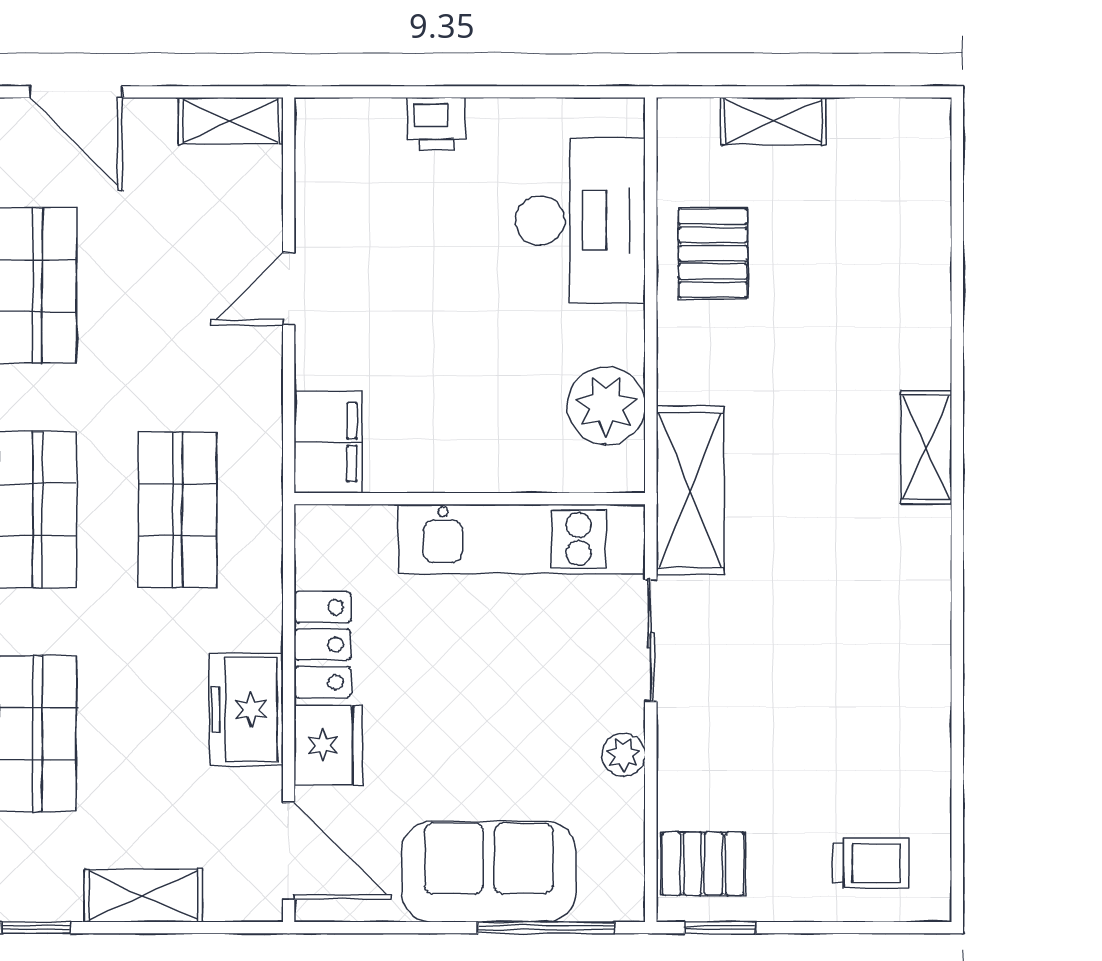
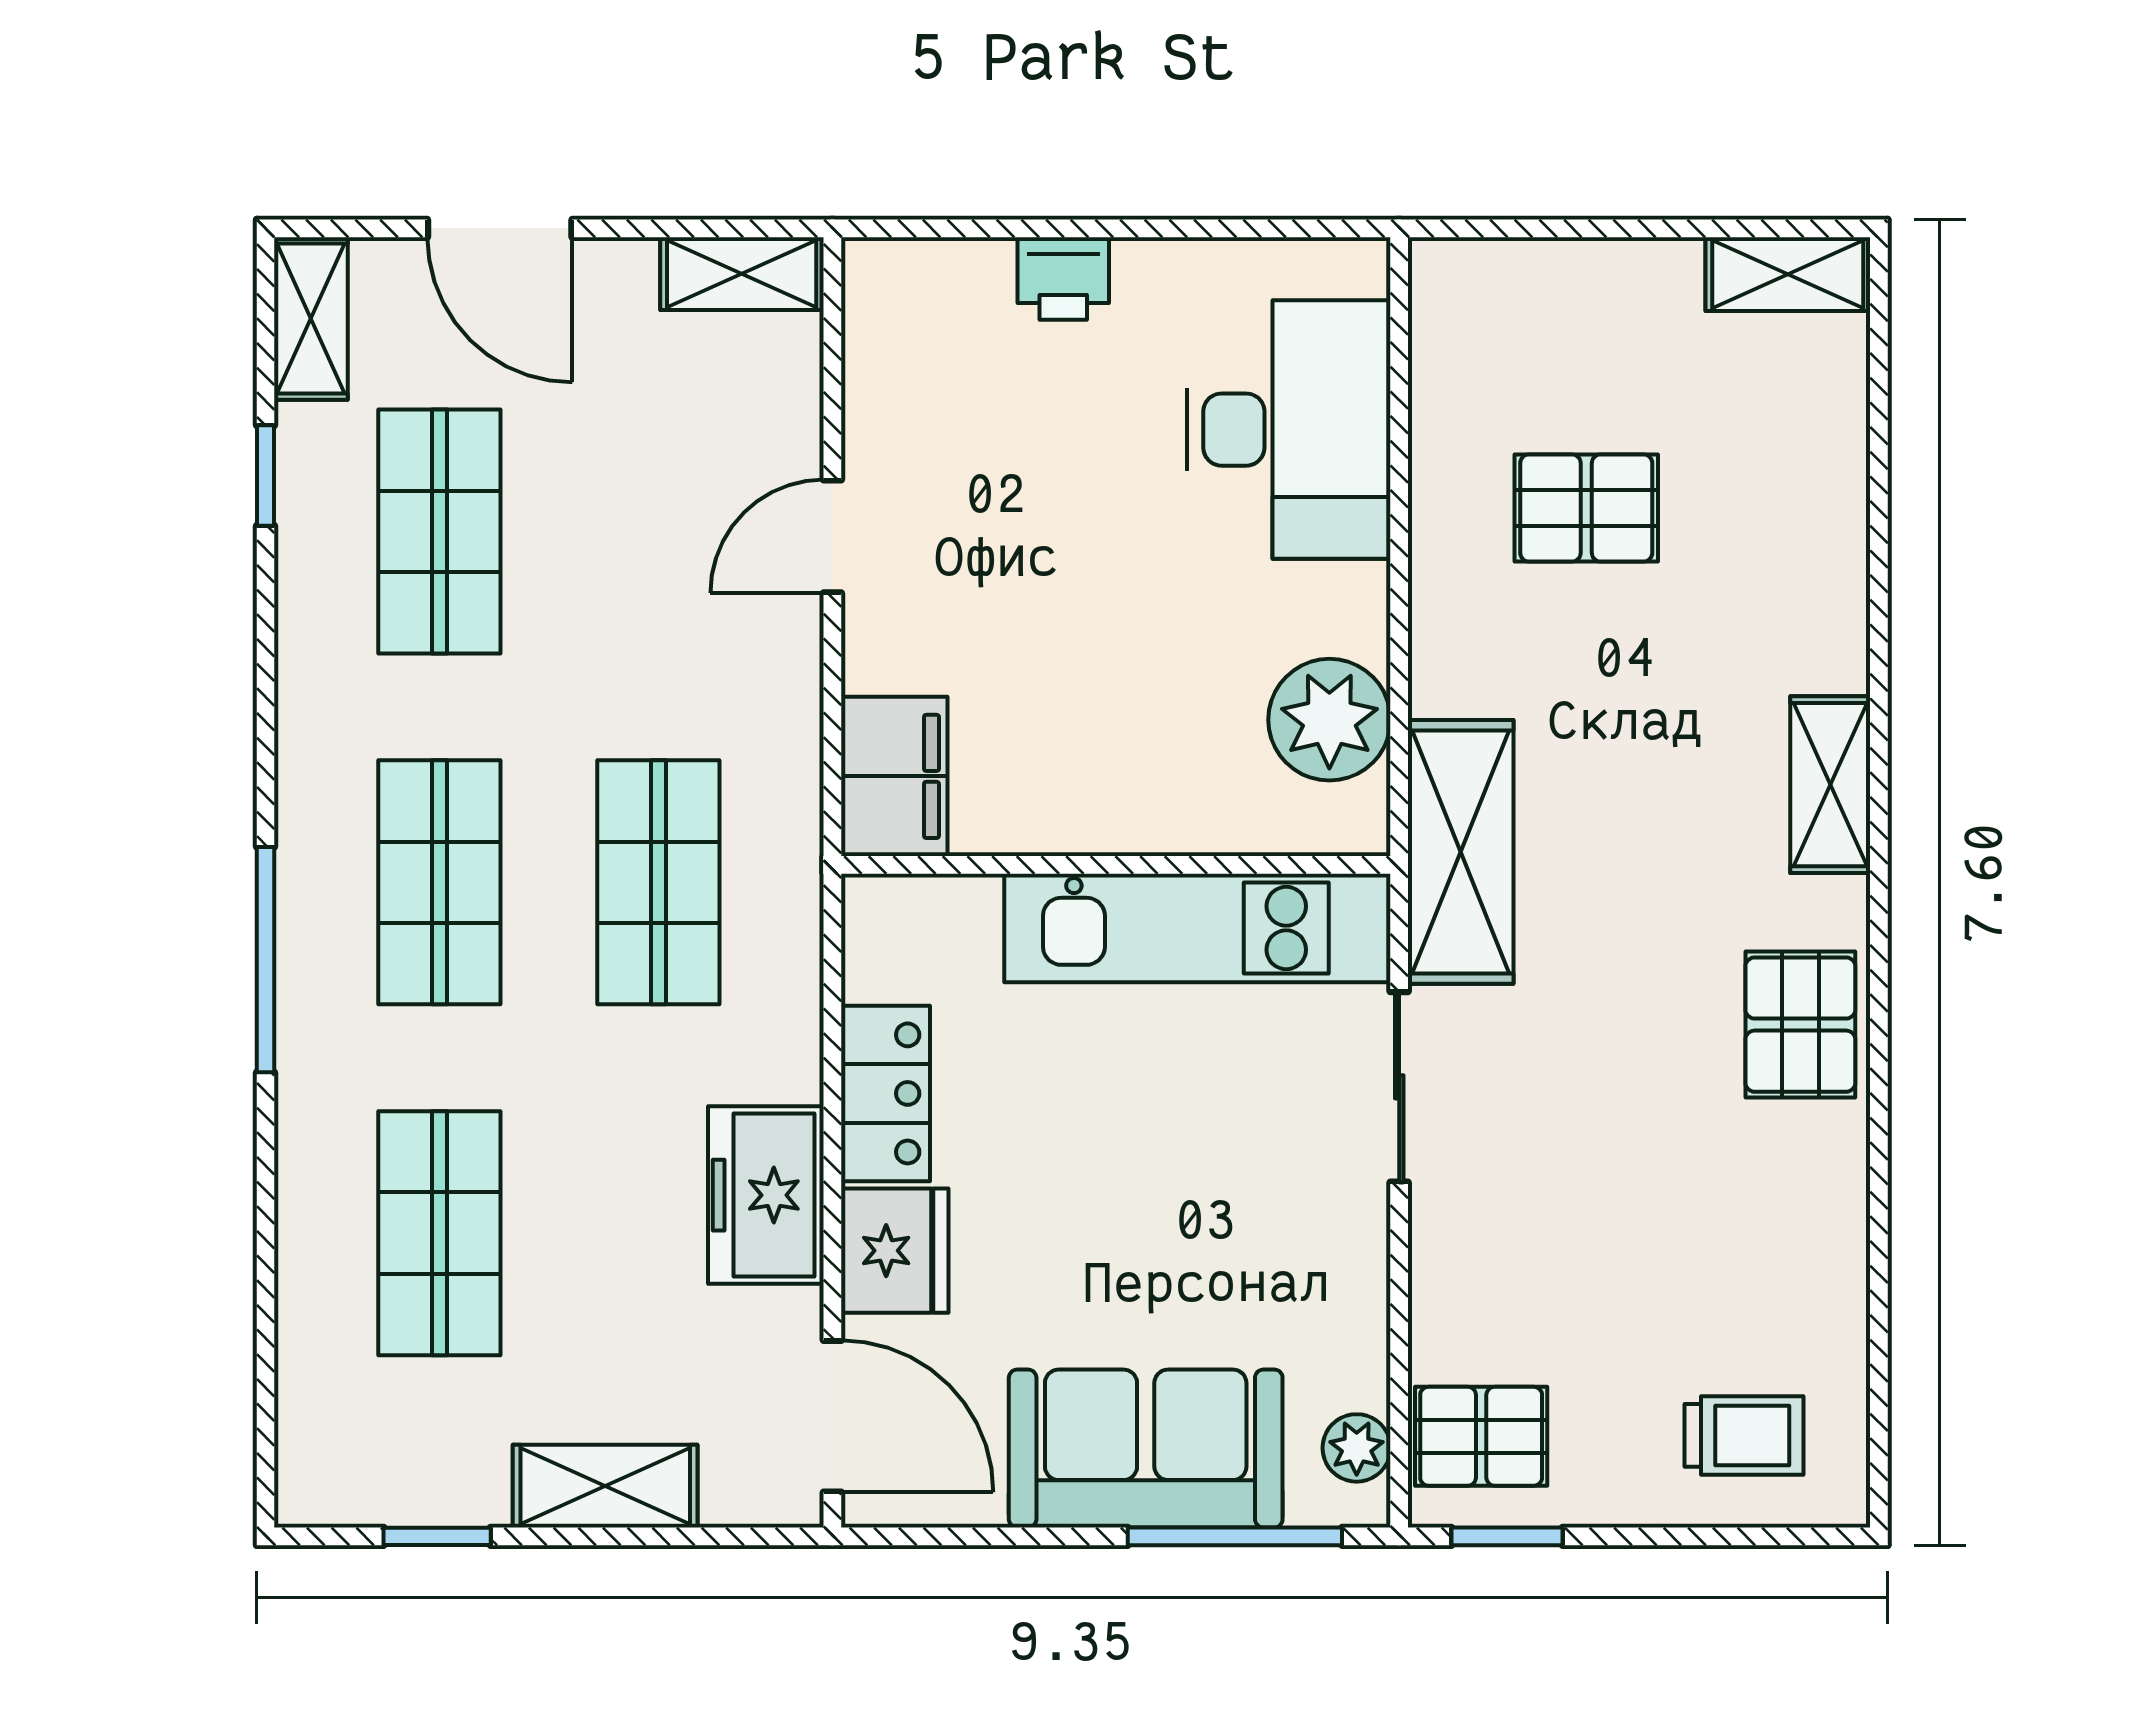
shelving: (773, 121) -> (1788, 274), moved
pallet: (713, 253) -> (1586, 508), moved, turned 90
pallet: (907, 601) -> (1800, 1025), added
plant: (624, 755) -> (1357, 1448), moved

